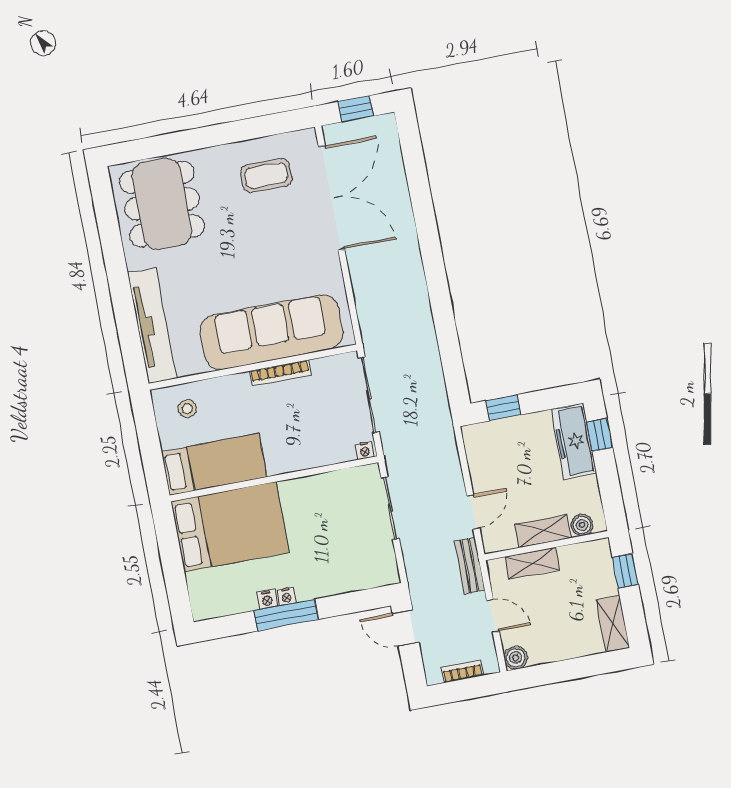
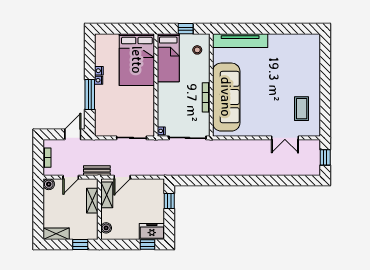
double door: (332, 198) -> (285, 138), width x0.54
dining table: (162, 204) -> (297, 56), removed
window: (149, 440) -> (186, 29), added
freezer: (574, 441) -> (152, 231), width x0.71
door: (473, 512) -> (122, 177), hinge flipped
shelving: (543, 531) -> (107, 195), moved
window: (286, 615) -> (90, 95), moved

